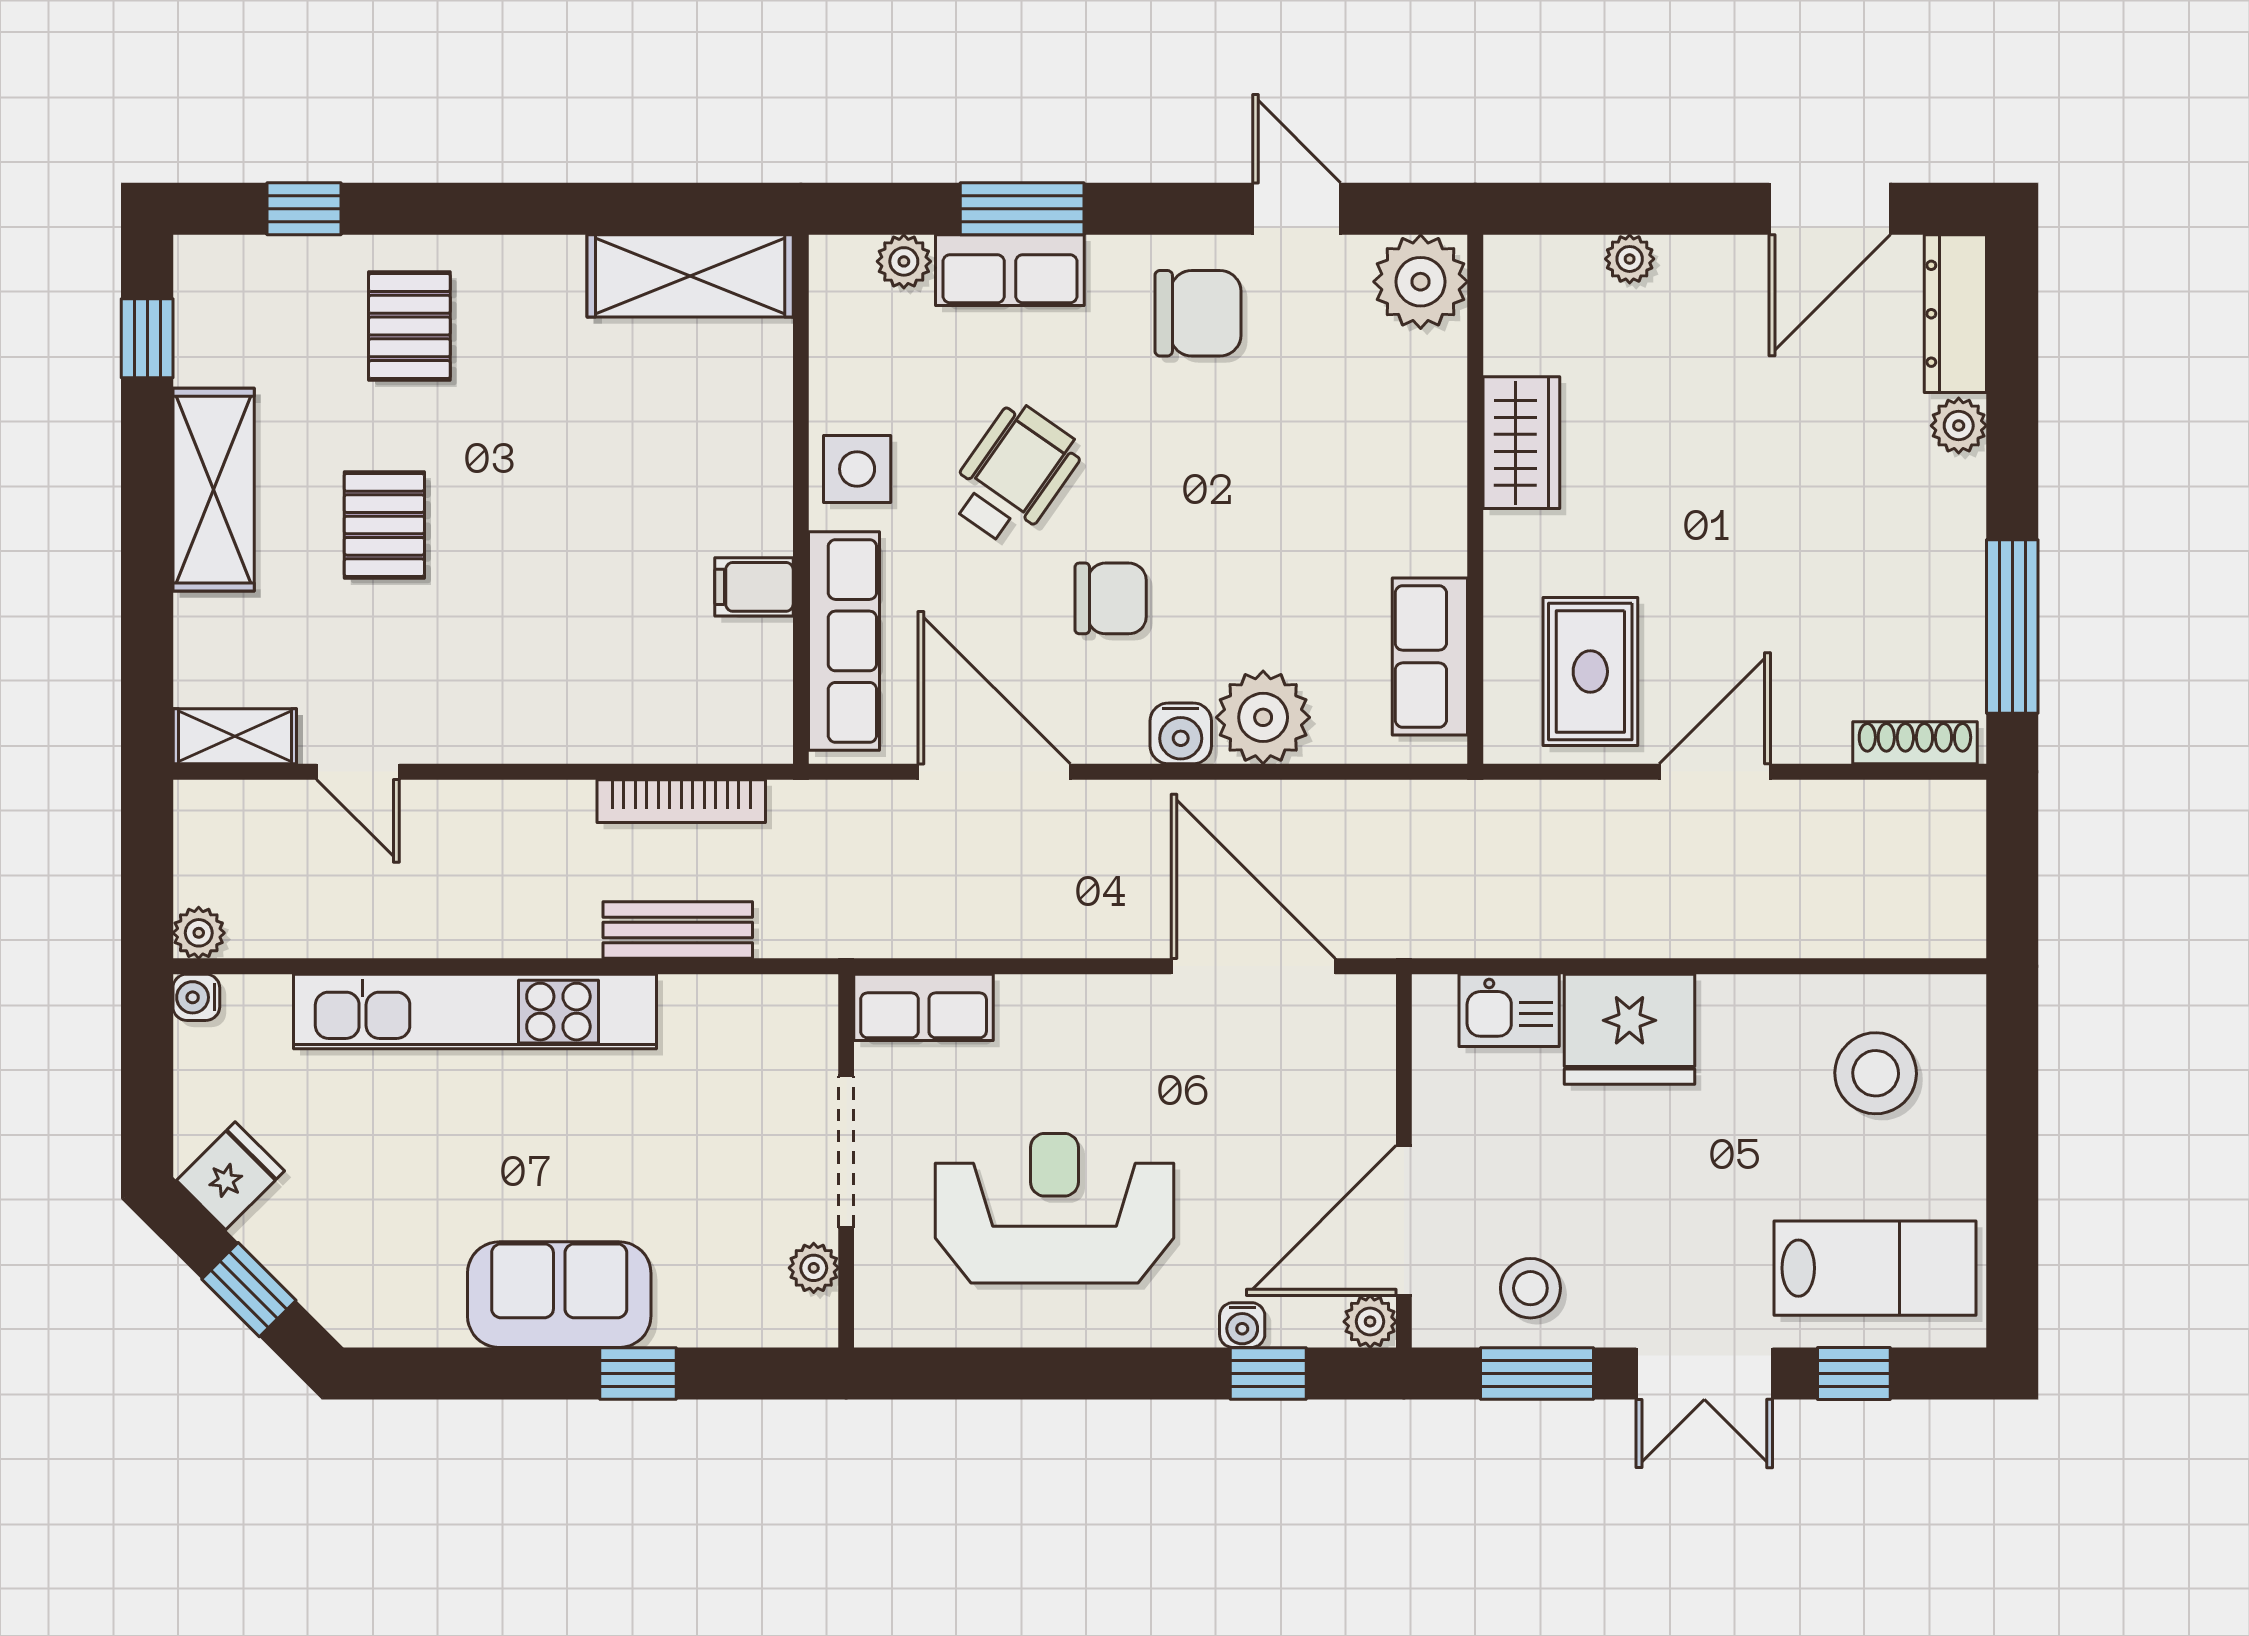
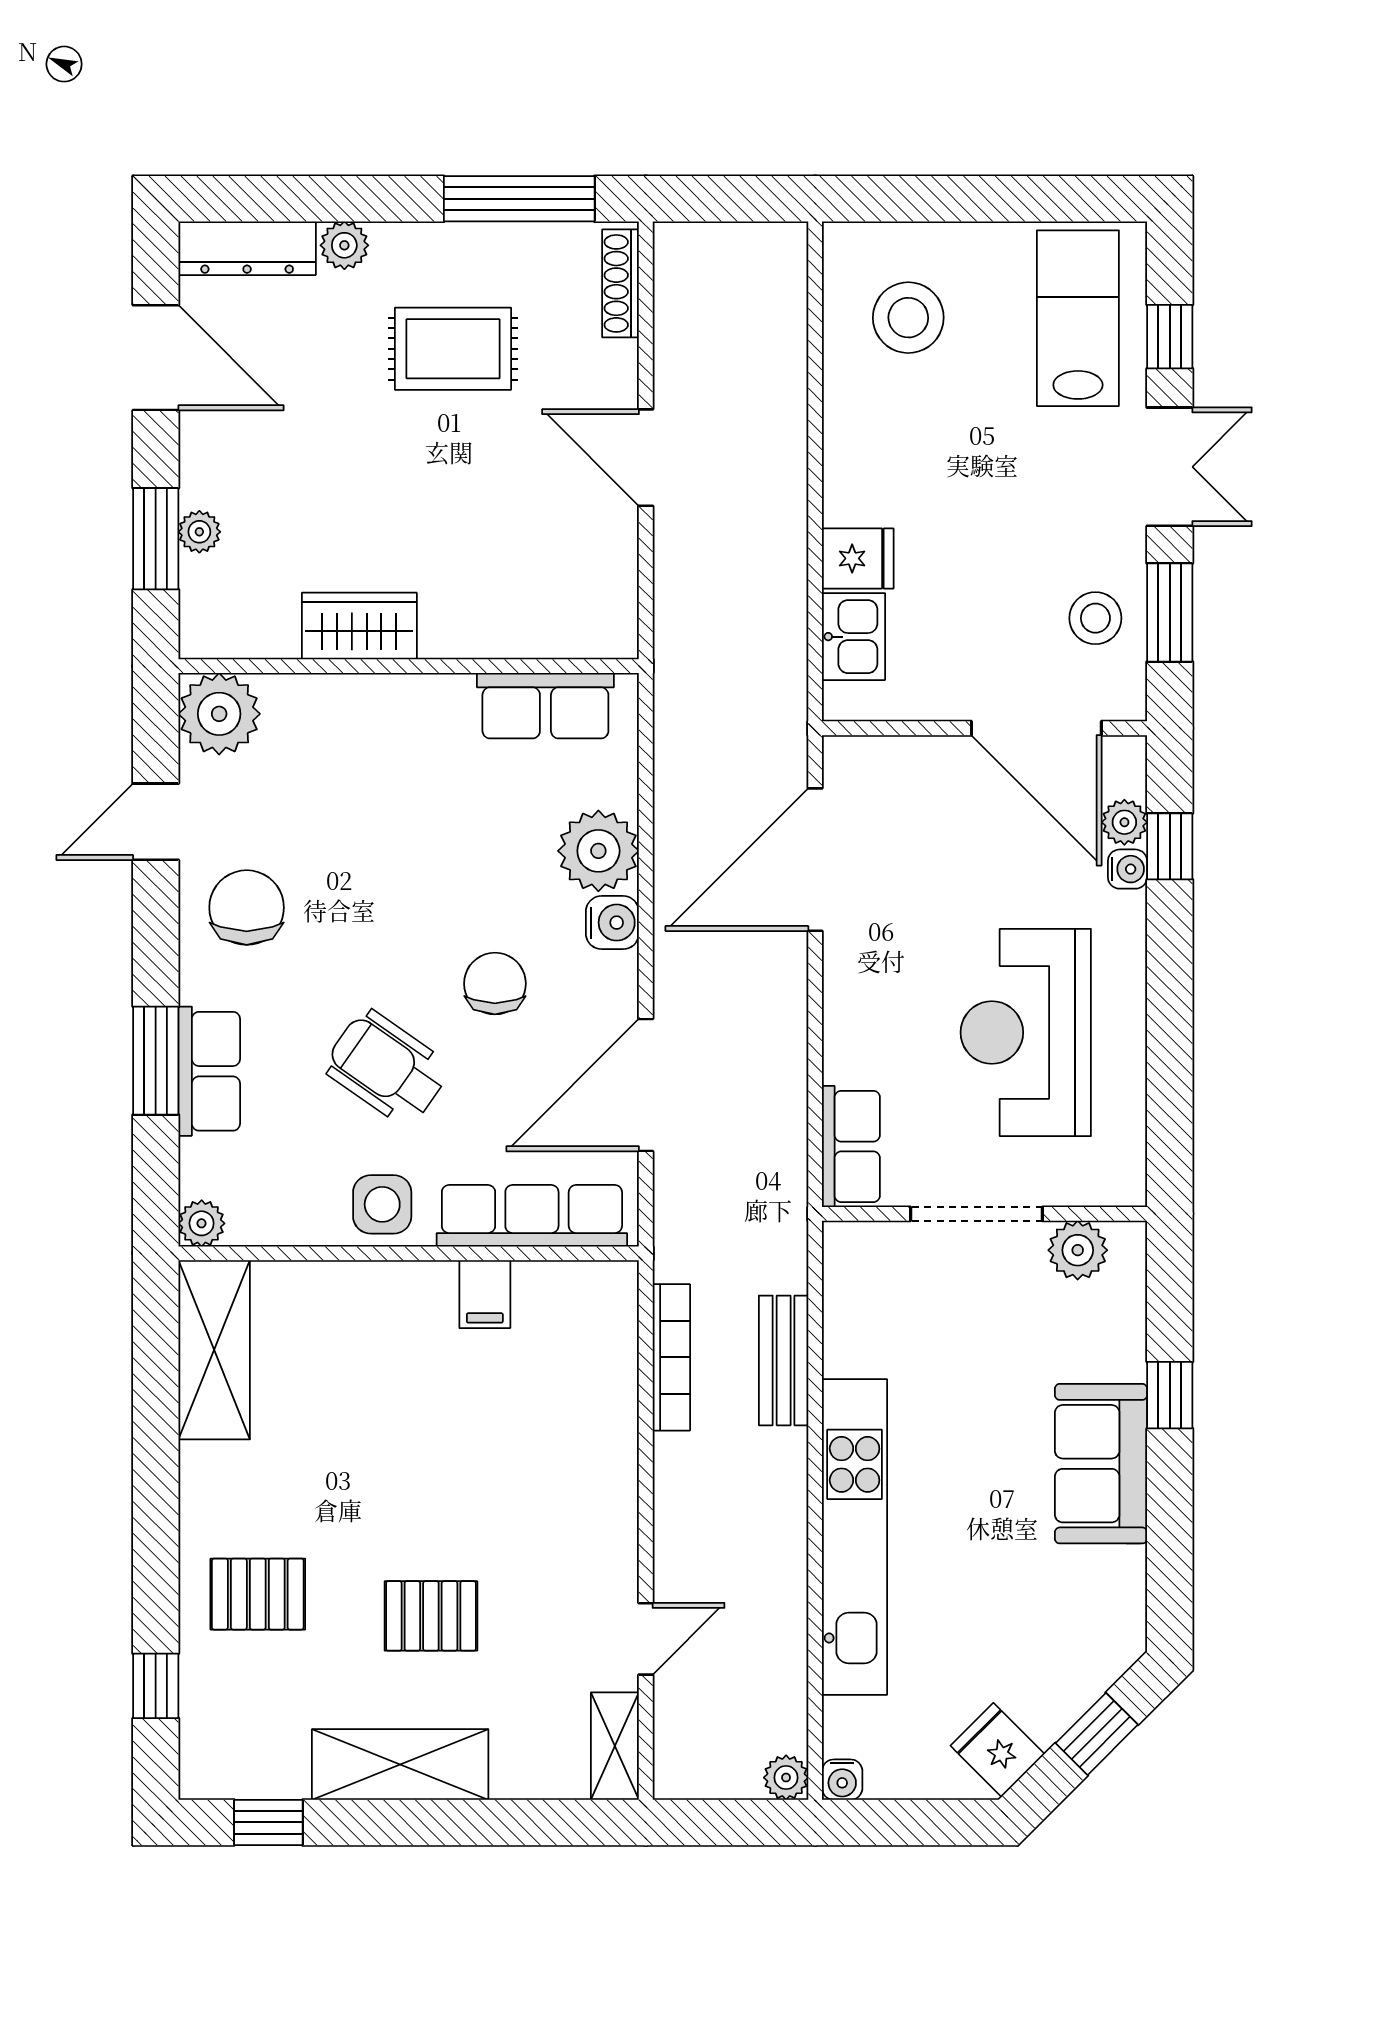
window: (1622, 209) -> (156, 539), added
plant: (904, 261) -> (202, 1223), moved
rug: (1590, 672) -> (453, 349), moved
fridge: (1629, 1029) -> (858, 558), width x0.53, depth x0.75
plant: (814, 1268) -> (1078, 1250), width x1.38, depth x1.38
plant: (1370, 1322) -> (1124, 822), moved

